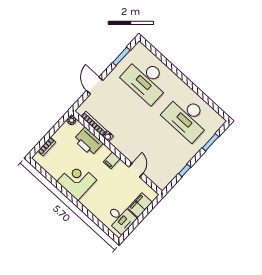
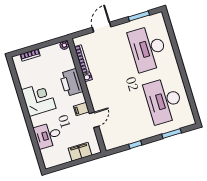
printer: (88, 141) -> (71, 82), moved
filing cabinet: (112, 160) -> (81, 109), moved
desk: (121, 218) -> (48, 135), moved, turned 90

